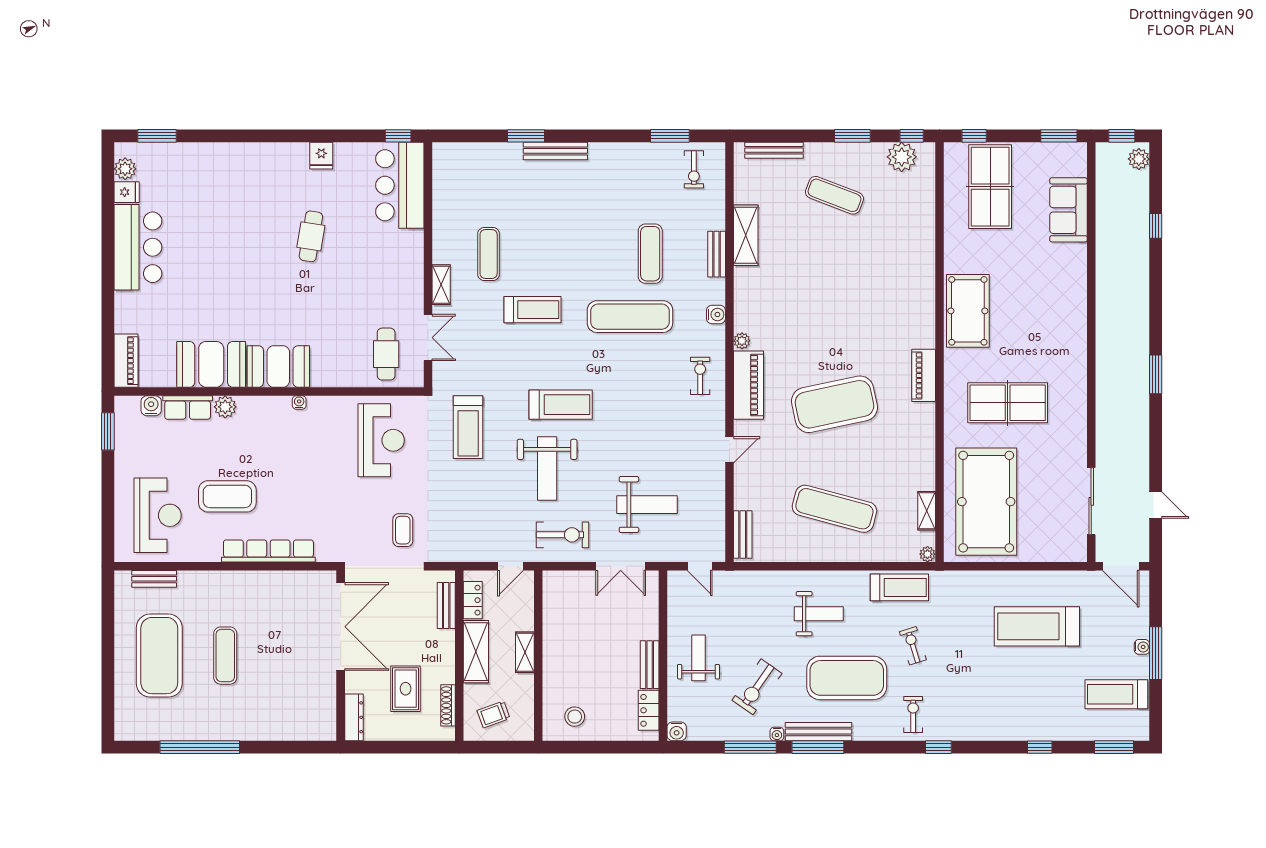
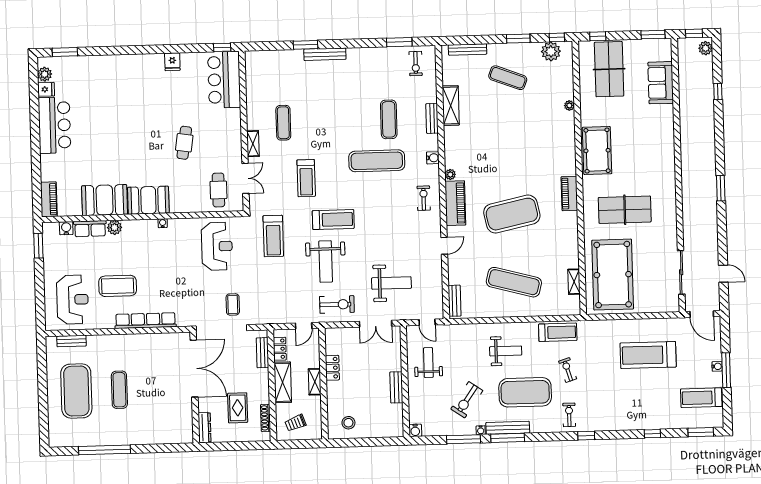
cafe table: (311, 236) -> (184, 143), moved
treadmill: (533, 310) -> (306, 178), moved, turned 90
plant: (927, 554) -> (569, 105), moved
weight bench: (699, 658) -> (428, 363), moved
locker: (649, 710) -> (332, 368), moved, turned 180

